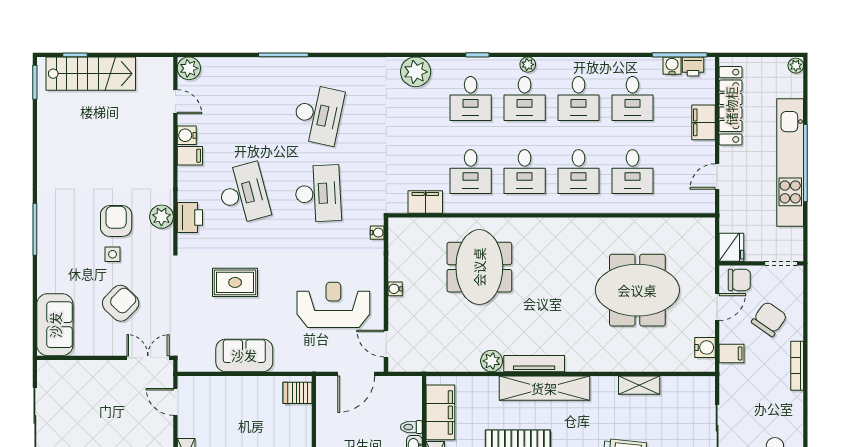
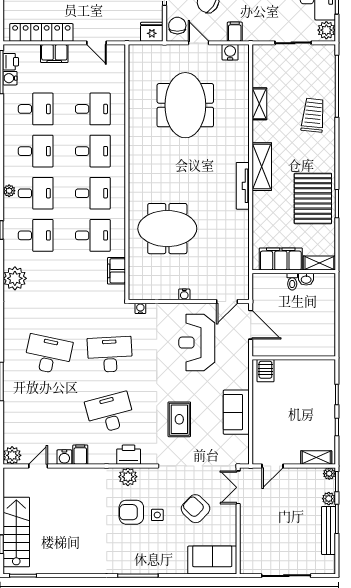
plant: (492, 361) -> (241, 219), removed
shelving: (544, 388) -> (262, 167), width x0.68

